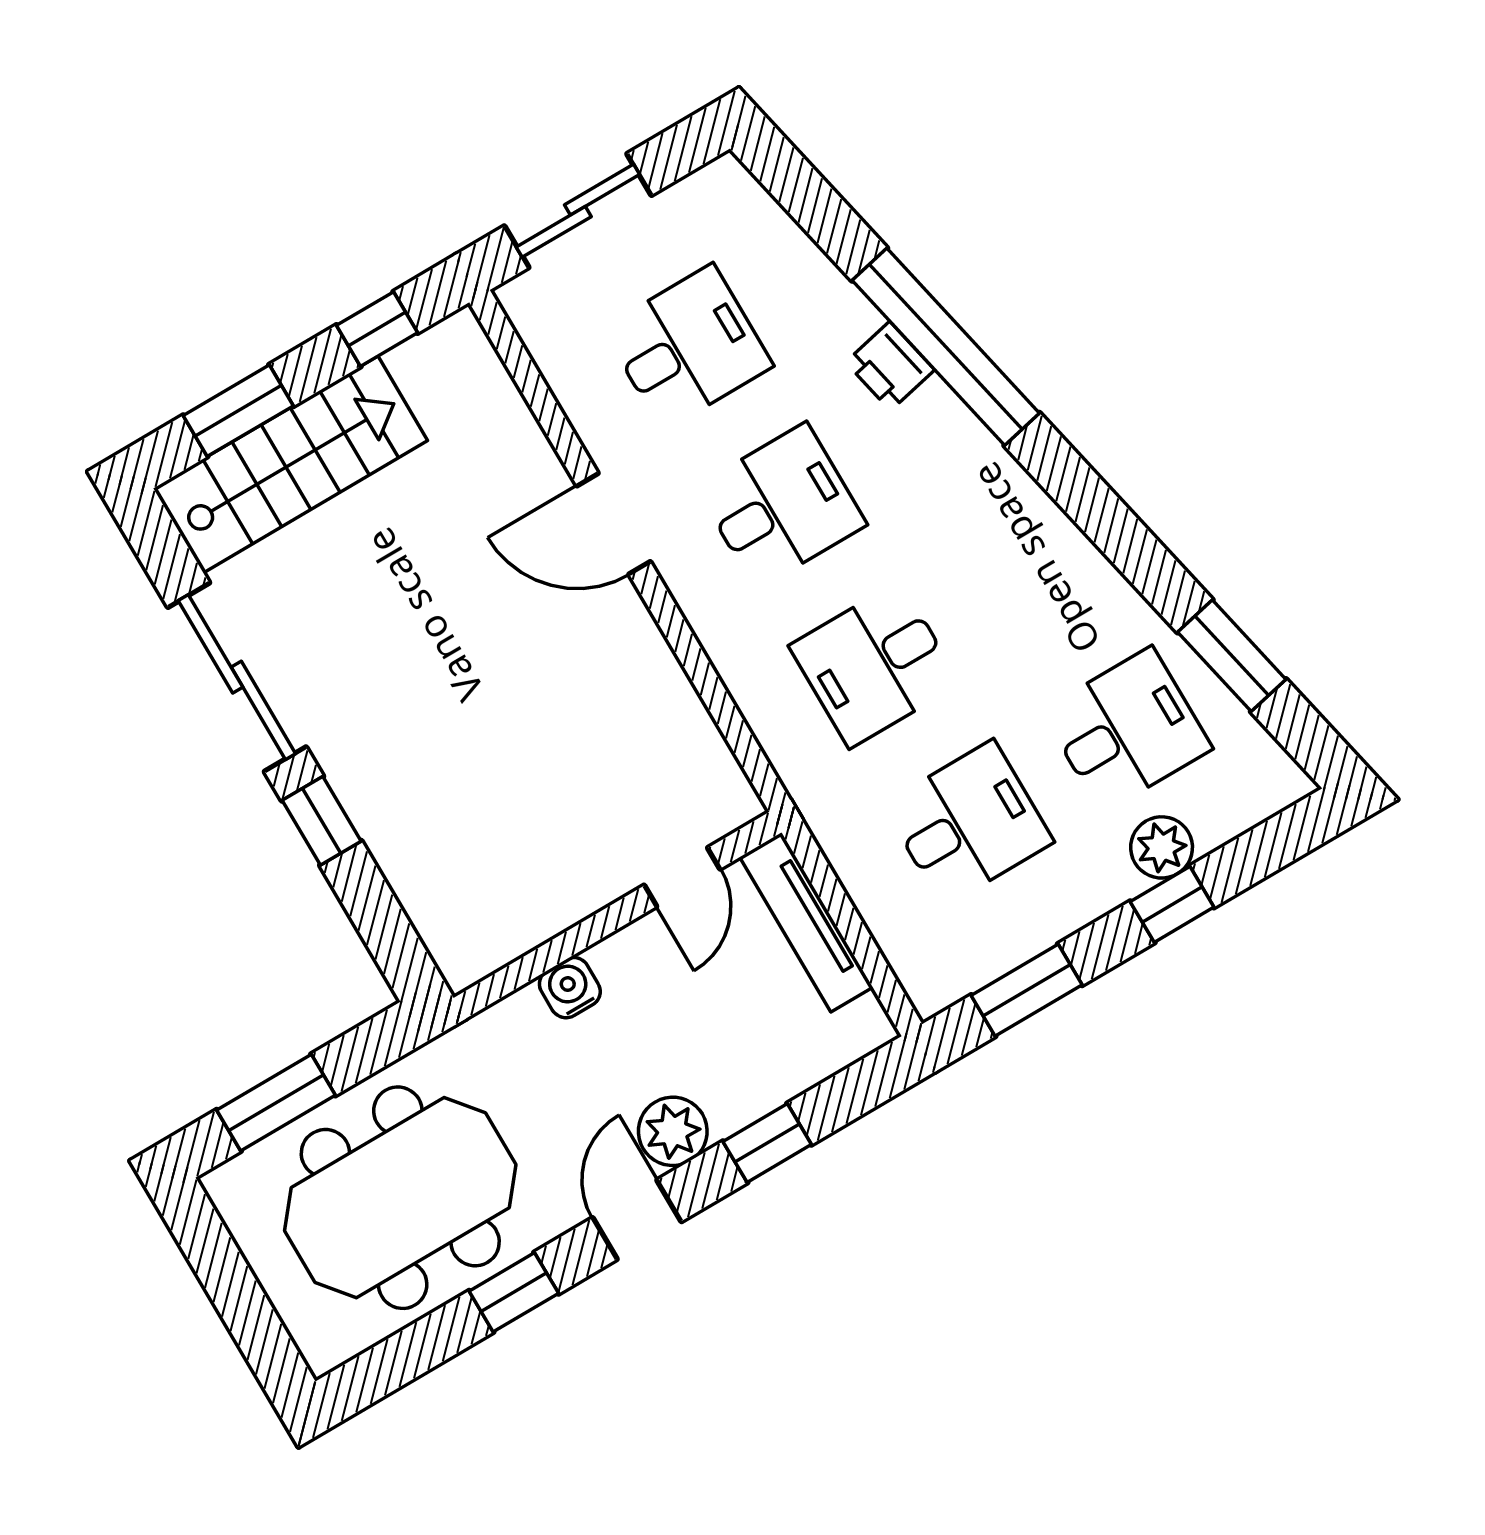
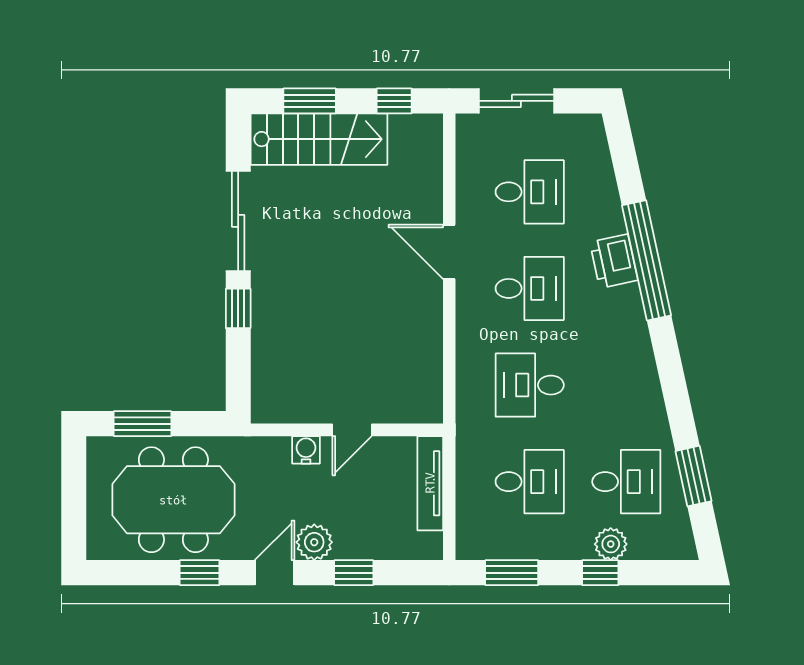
printer: (890, 366) -> (614, 261), width x1.36, depth x1.24
door: (682, 877) -> (352, 430), moved

